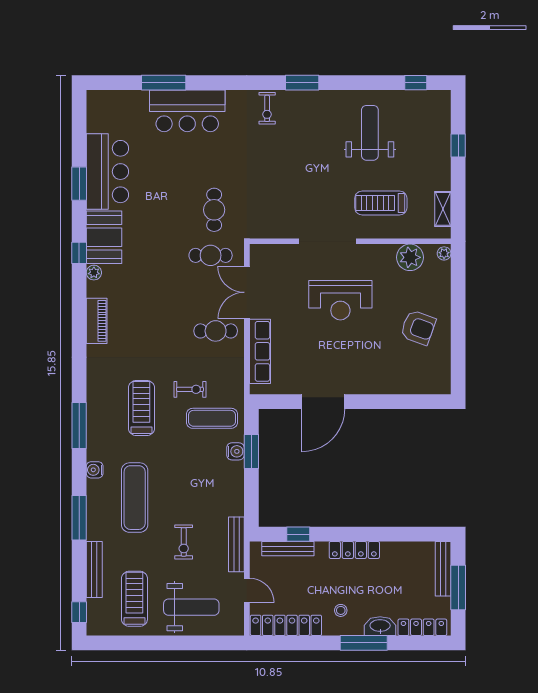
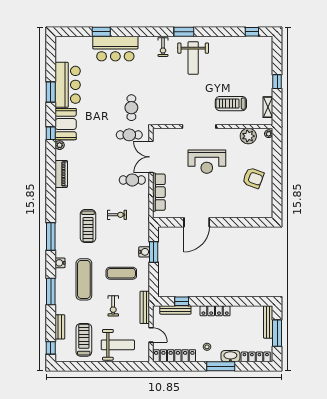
window: (164, 83) -> (101, 32), width x0.69
weight bench: (370, 133) -> (193, 58), moved, turned 180
window: (458, 145) -> (277, 82), moved
treadmill: (141, 408) -> (88, 226), turned 180
exercise mat: (212, 418) -> (121, 273), moved
bench: (94, 570) -> (60, 327), width x0.73

